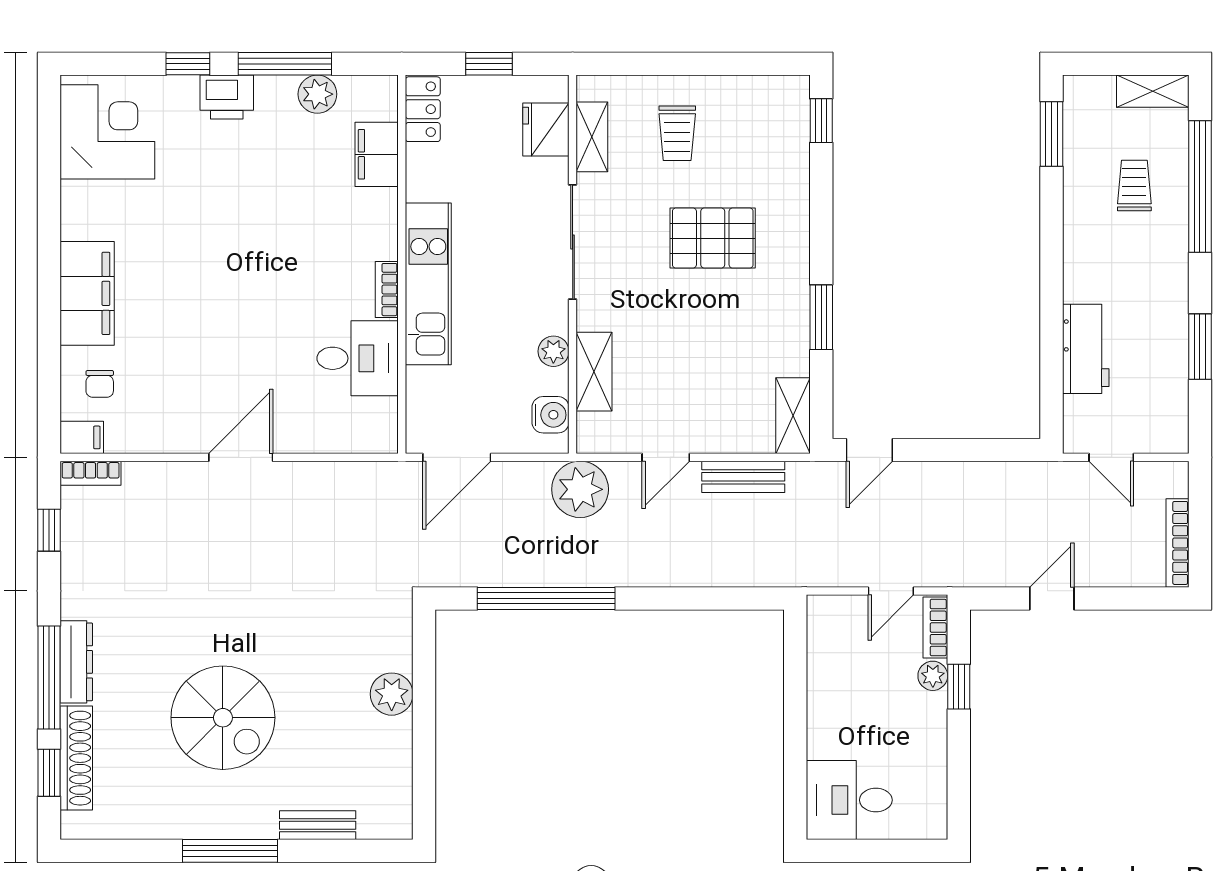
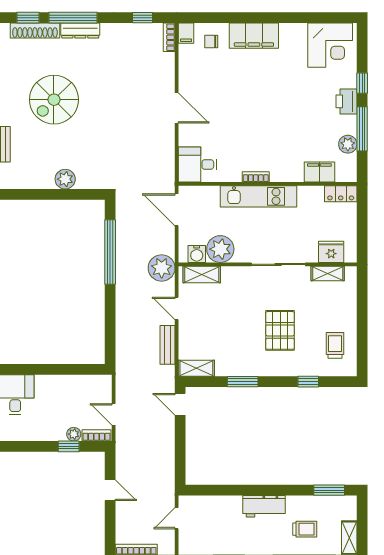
window: (489, 64) -> (362, 225), removed
window: (821, 121) -> (308, 382), moved
trolley: (677, 133) -> (335, 345), moved, turned 90
workbench: (1086, 349) -> (264, 506), moved
plant: (553, 351) -> (220, 249), width x1.88, depth x1.88
desk: (358, 358) -> (198, 164), moved, turned 90
shelving: (594, 372) -> (202, 275), moved

